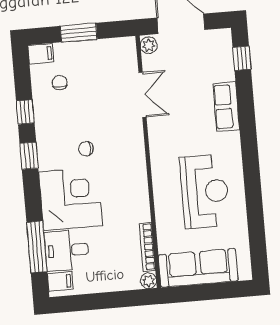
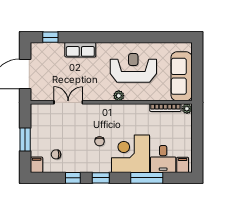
plant: (149, 45) -> (119, 96), moved
window: (37, 247) -> (147, 178), moved

